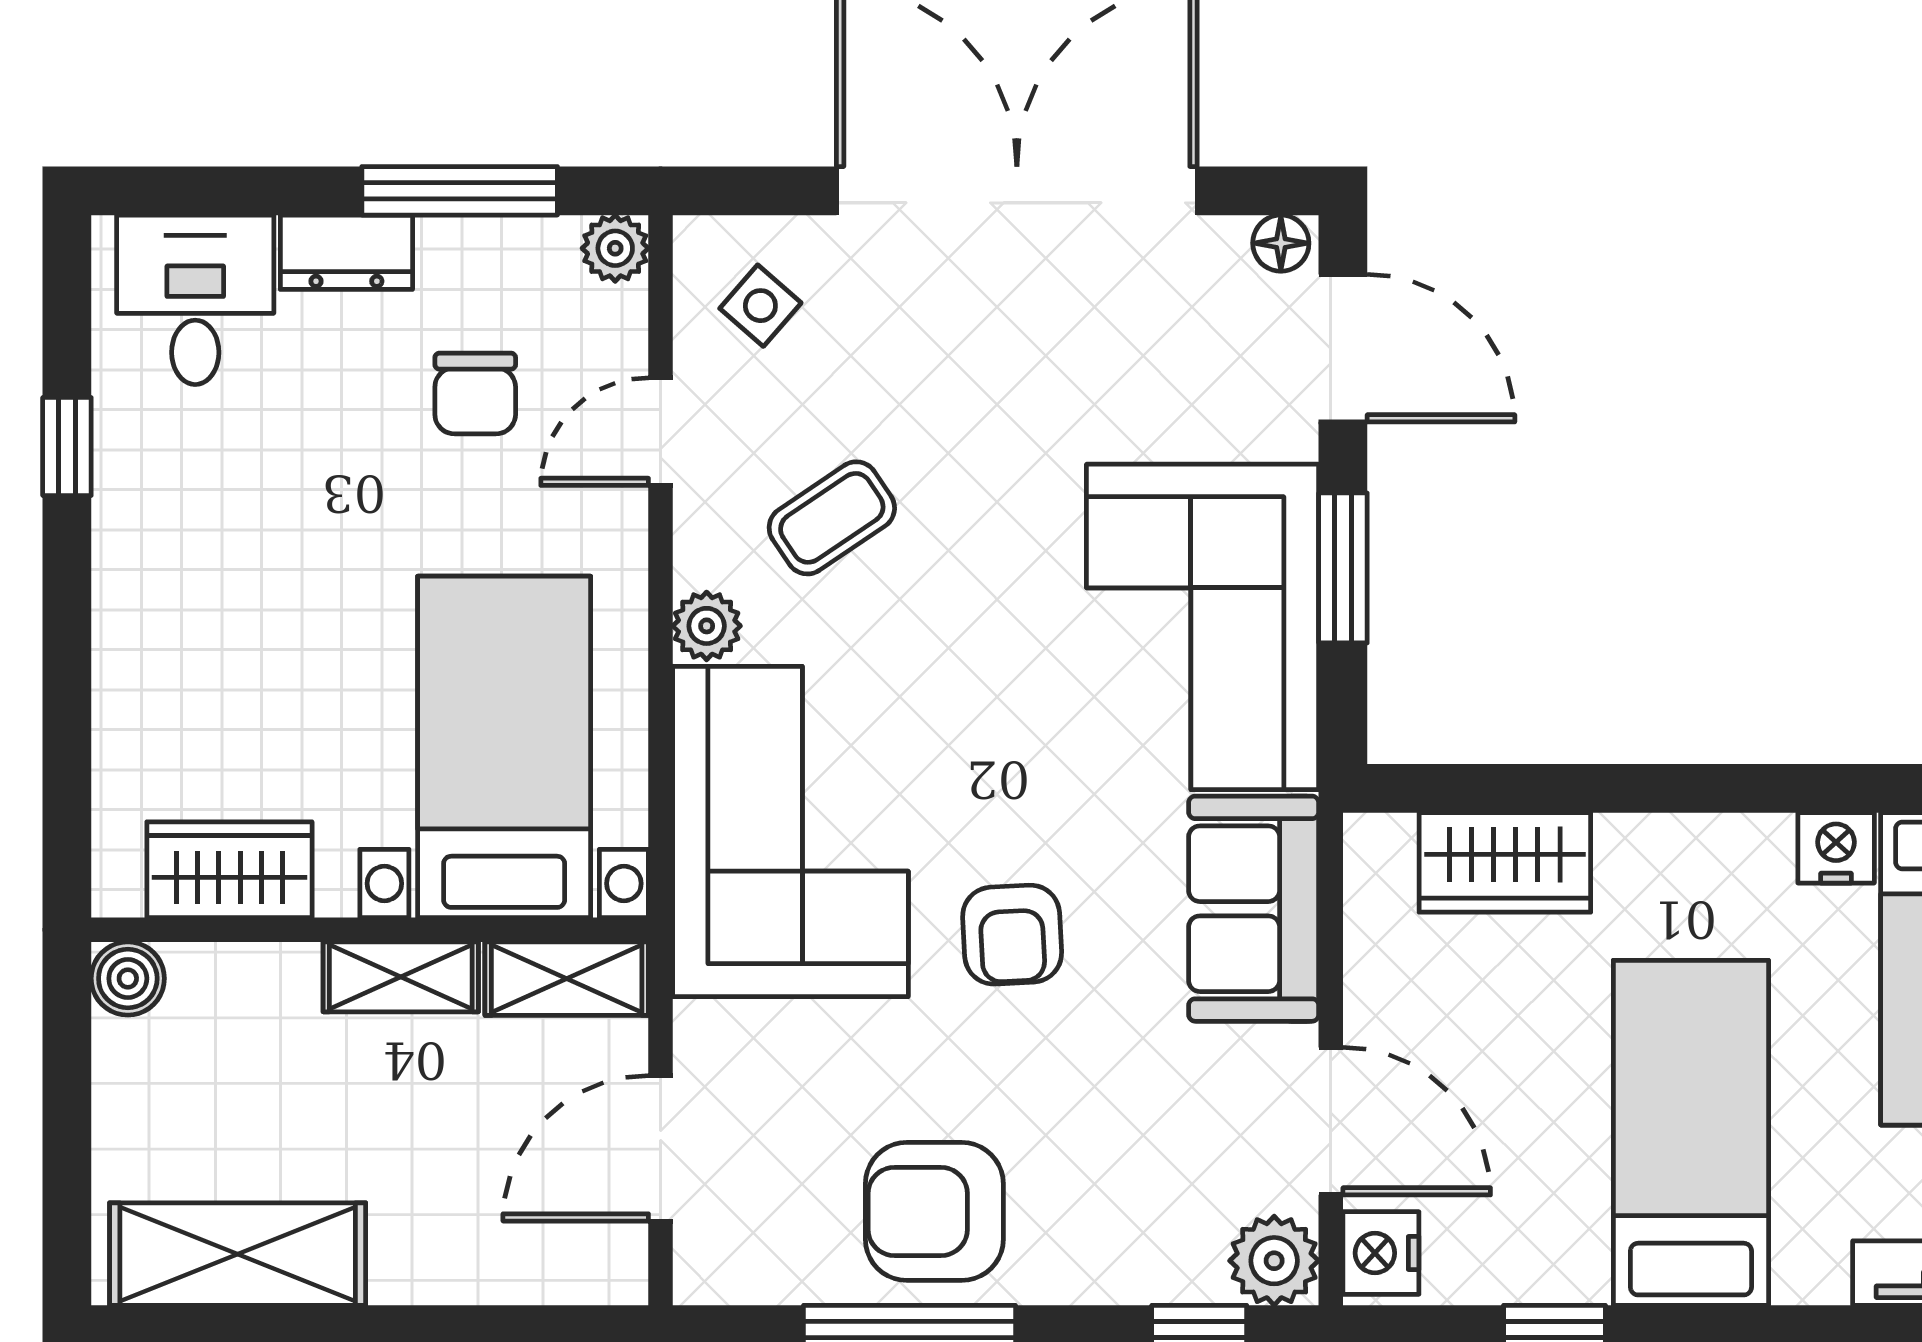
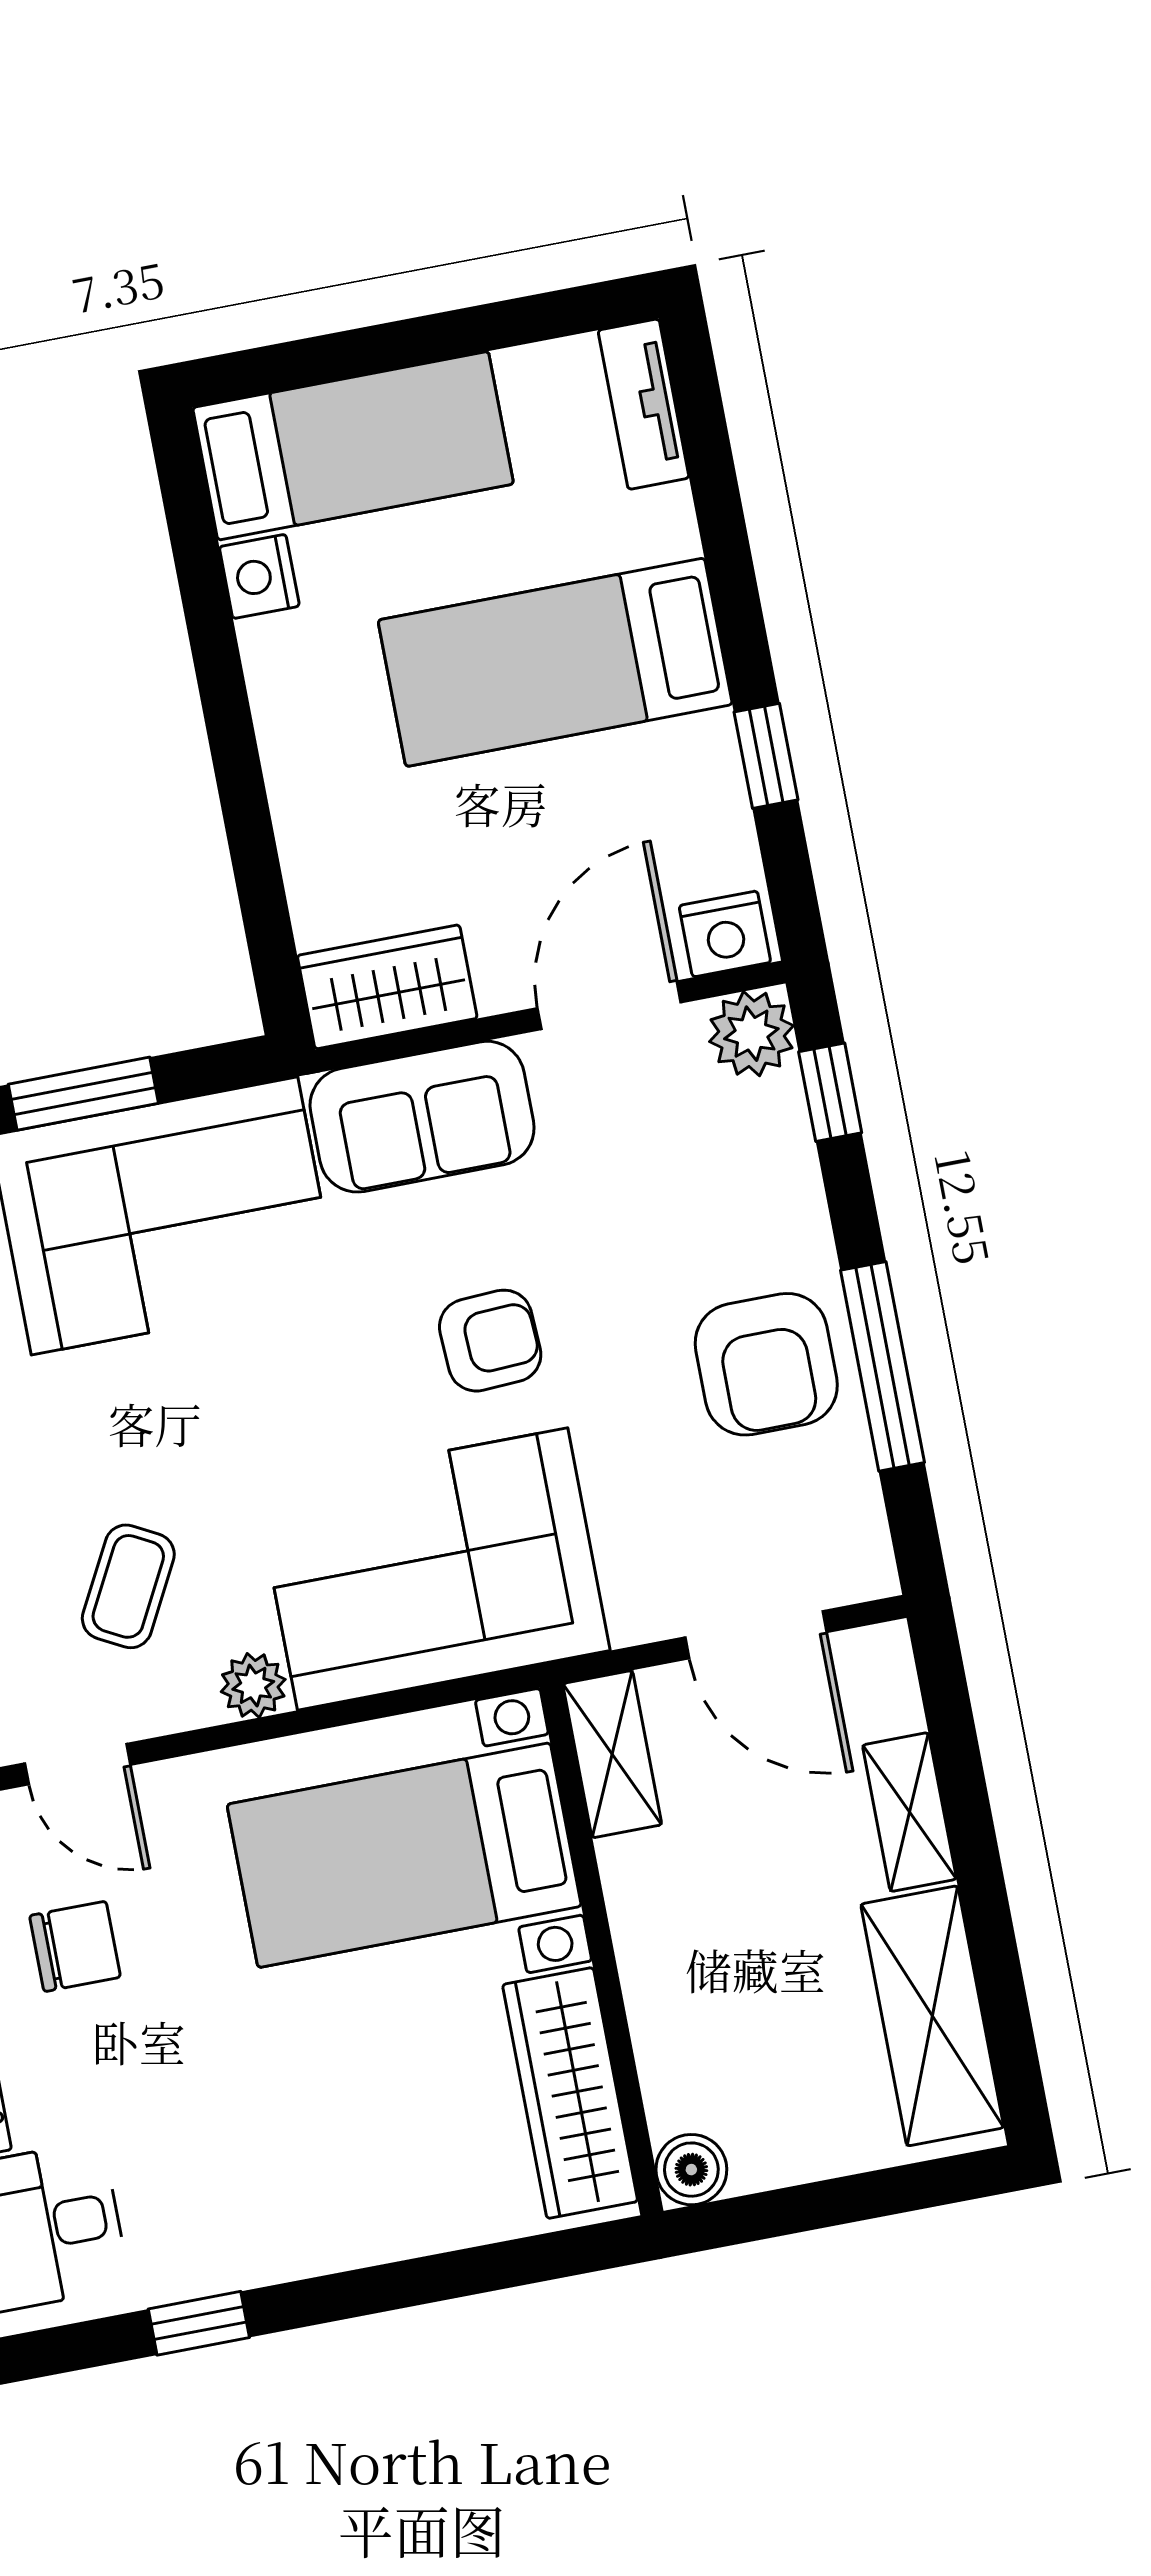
coffee table: (832, 518) -> (128, 1586), turned 62
wardrobe: (1505, 862) -> (387, 987), moved, turned -90
wardrobe: (229, 870) -> (570, 2093), width x1.50
shelving: (401, 977) -> (909, 1812), moved

